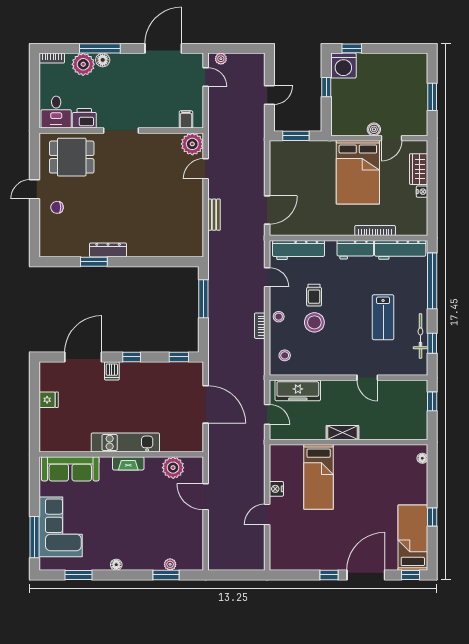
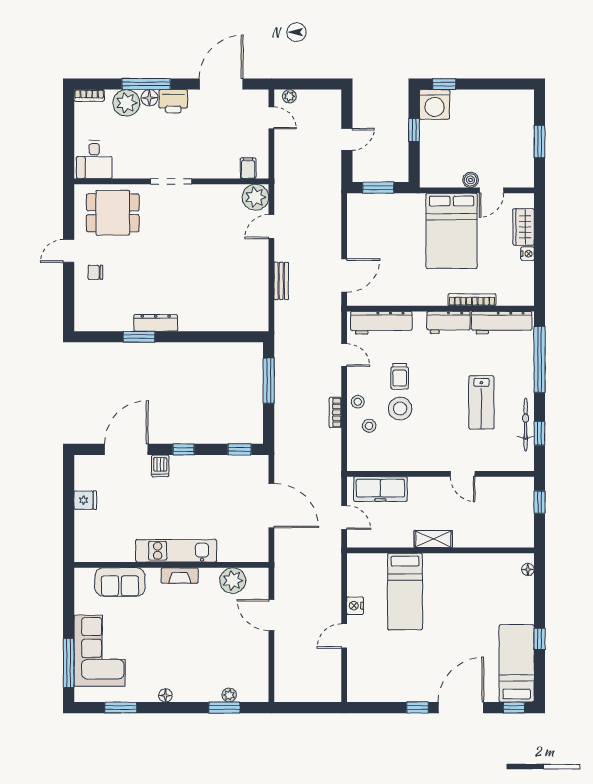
printer: (84, 118) -> (173, 101), moved, turned 180
stool: (285, 355) -> (369, 426), moved
sofa: (70, 469) -> (120, 582), width x0.73

